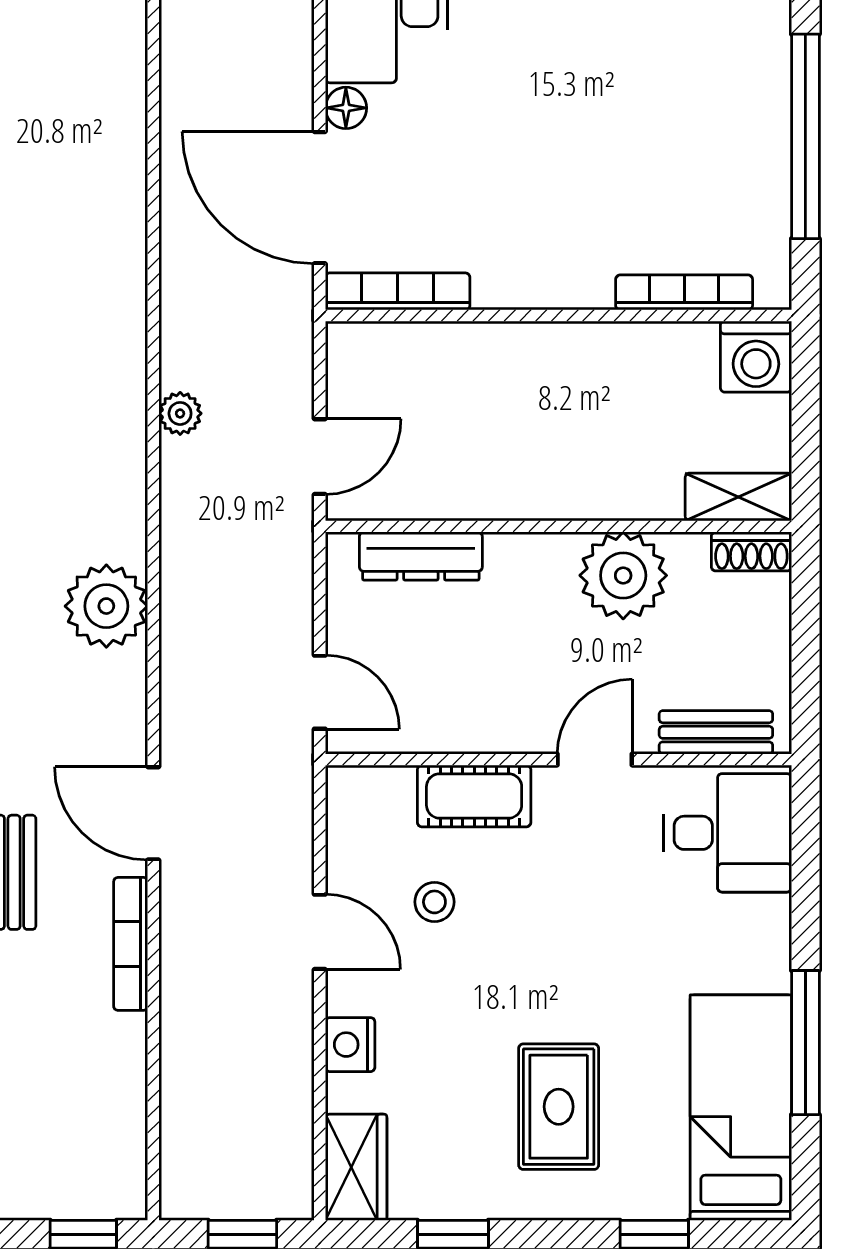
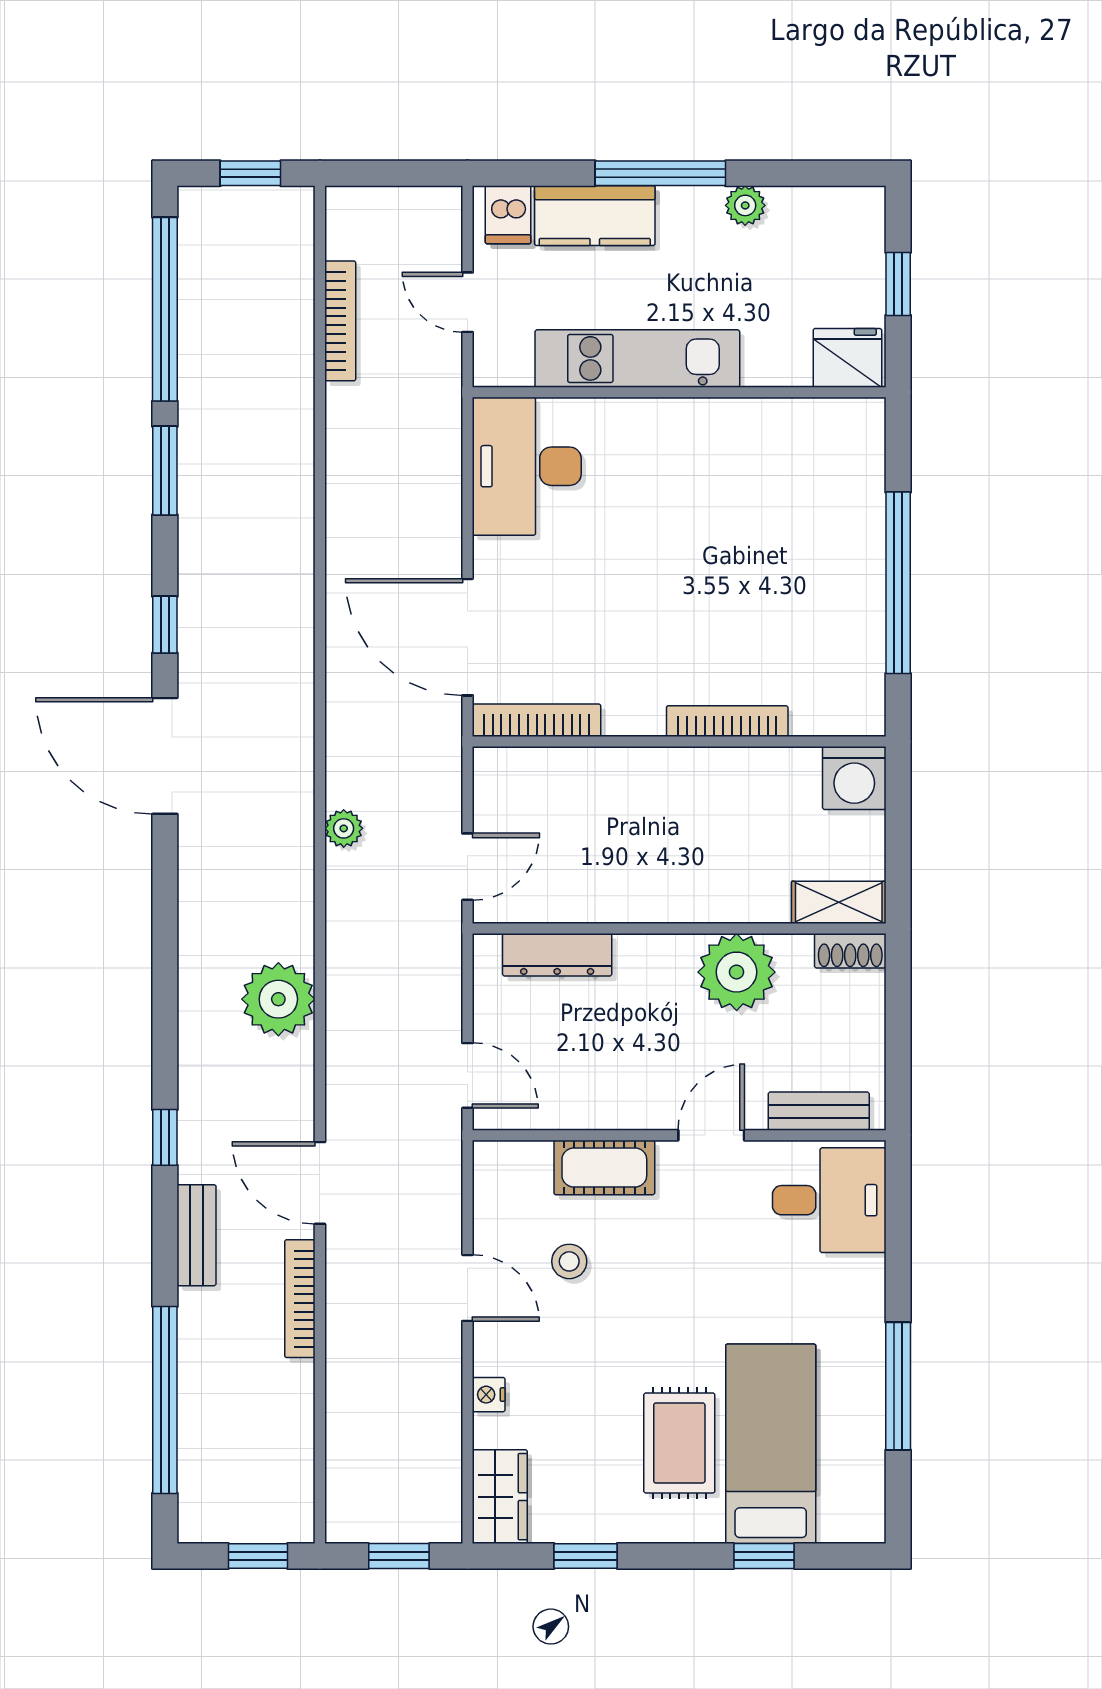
floor lamp: (346, 108) -> (491, 558), removed
bookcase: (684, 292) -> (727, 721), moved
nightstand: (350, 1045) -> (489, 1395), width x0.72, depth x0.74
bed: (741, 1108) -> (771, 1444), moved

